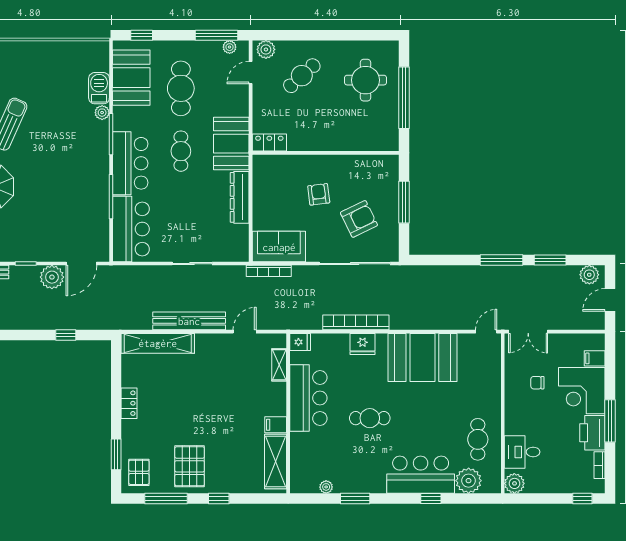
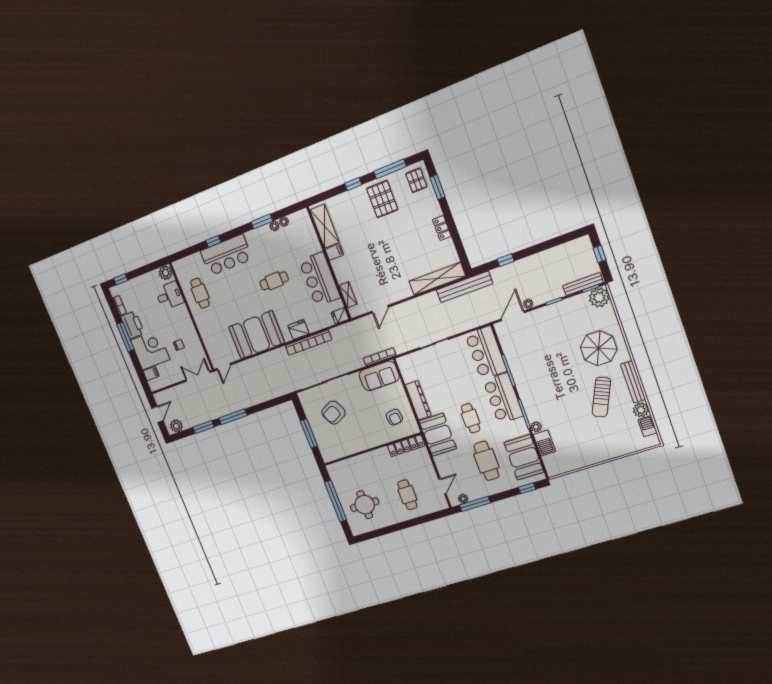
plant: (266, 49) -> (438, 505), removed
cafe table: (302, 76) -> (407, 495), turned -48
locker: (269, 143) -> (406, 446), width x1.53
armchair: (319, 194) -> (394, 417), moved
plant: (52, 277) -> (528, 304), width x0.53, depth x0.53
bench: (189, 321) -> (464, 287), moved
plant: (469, 481) -> (274, 226), moved, width x0.53, depth x0.53

